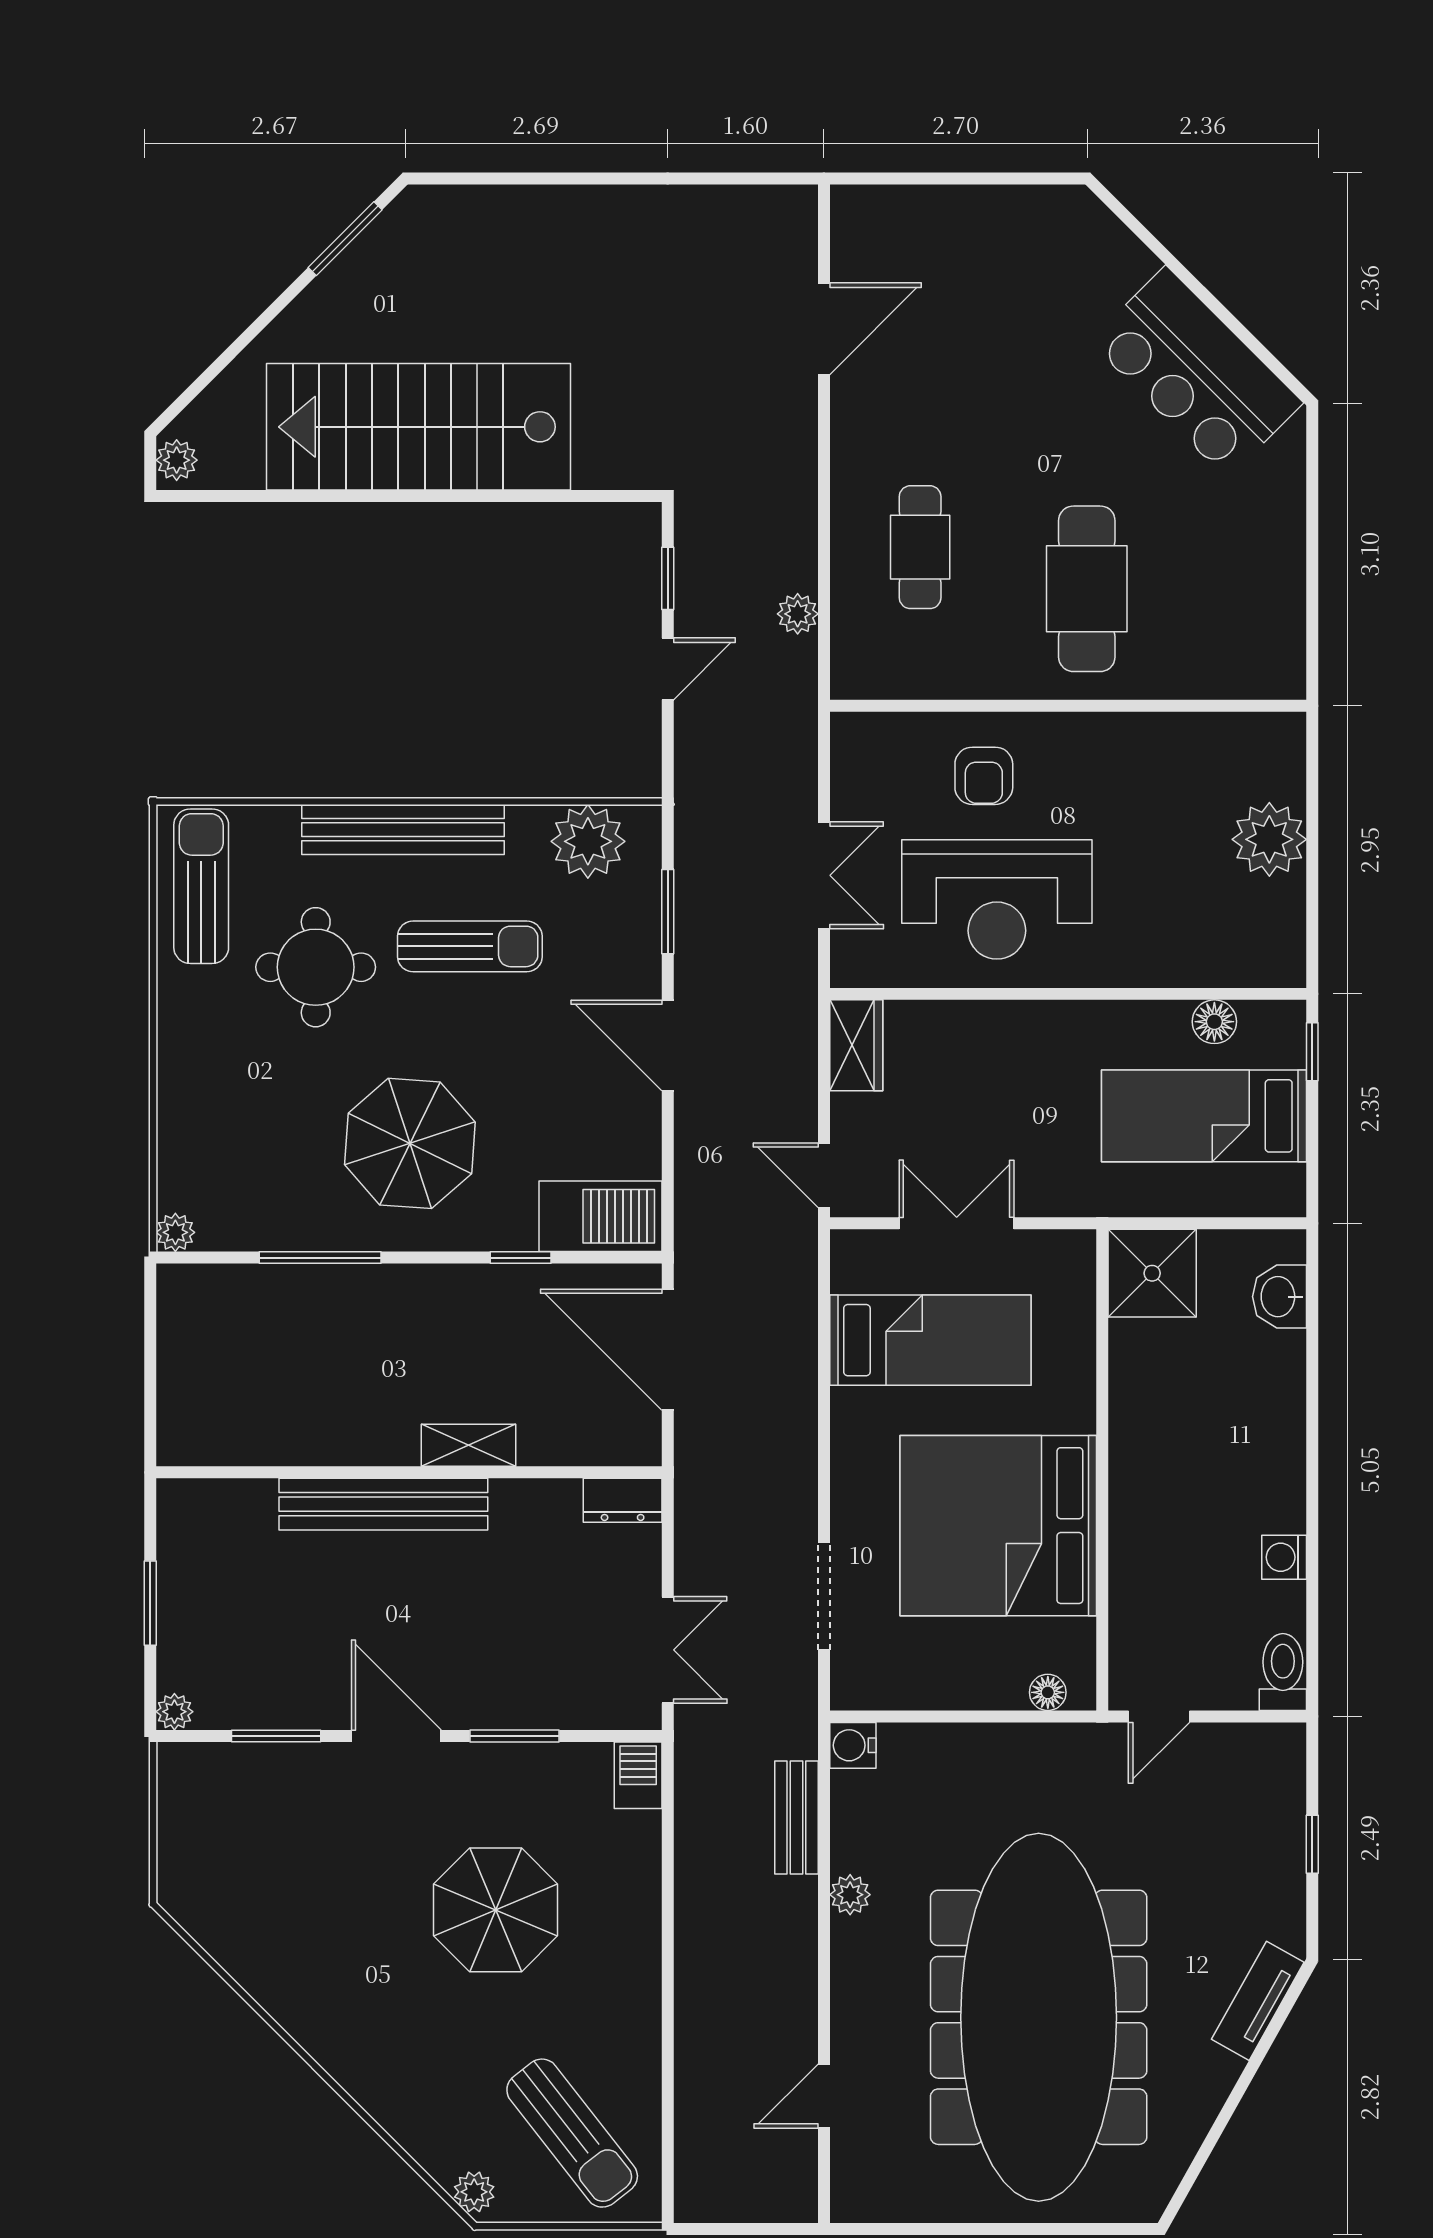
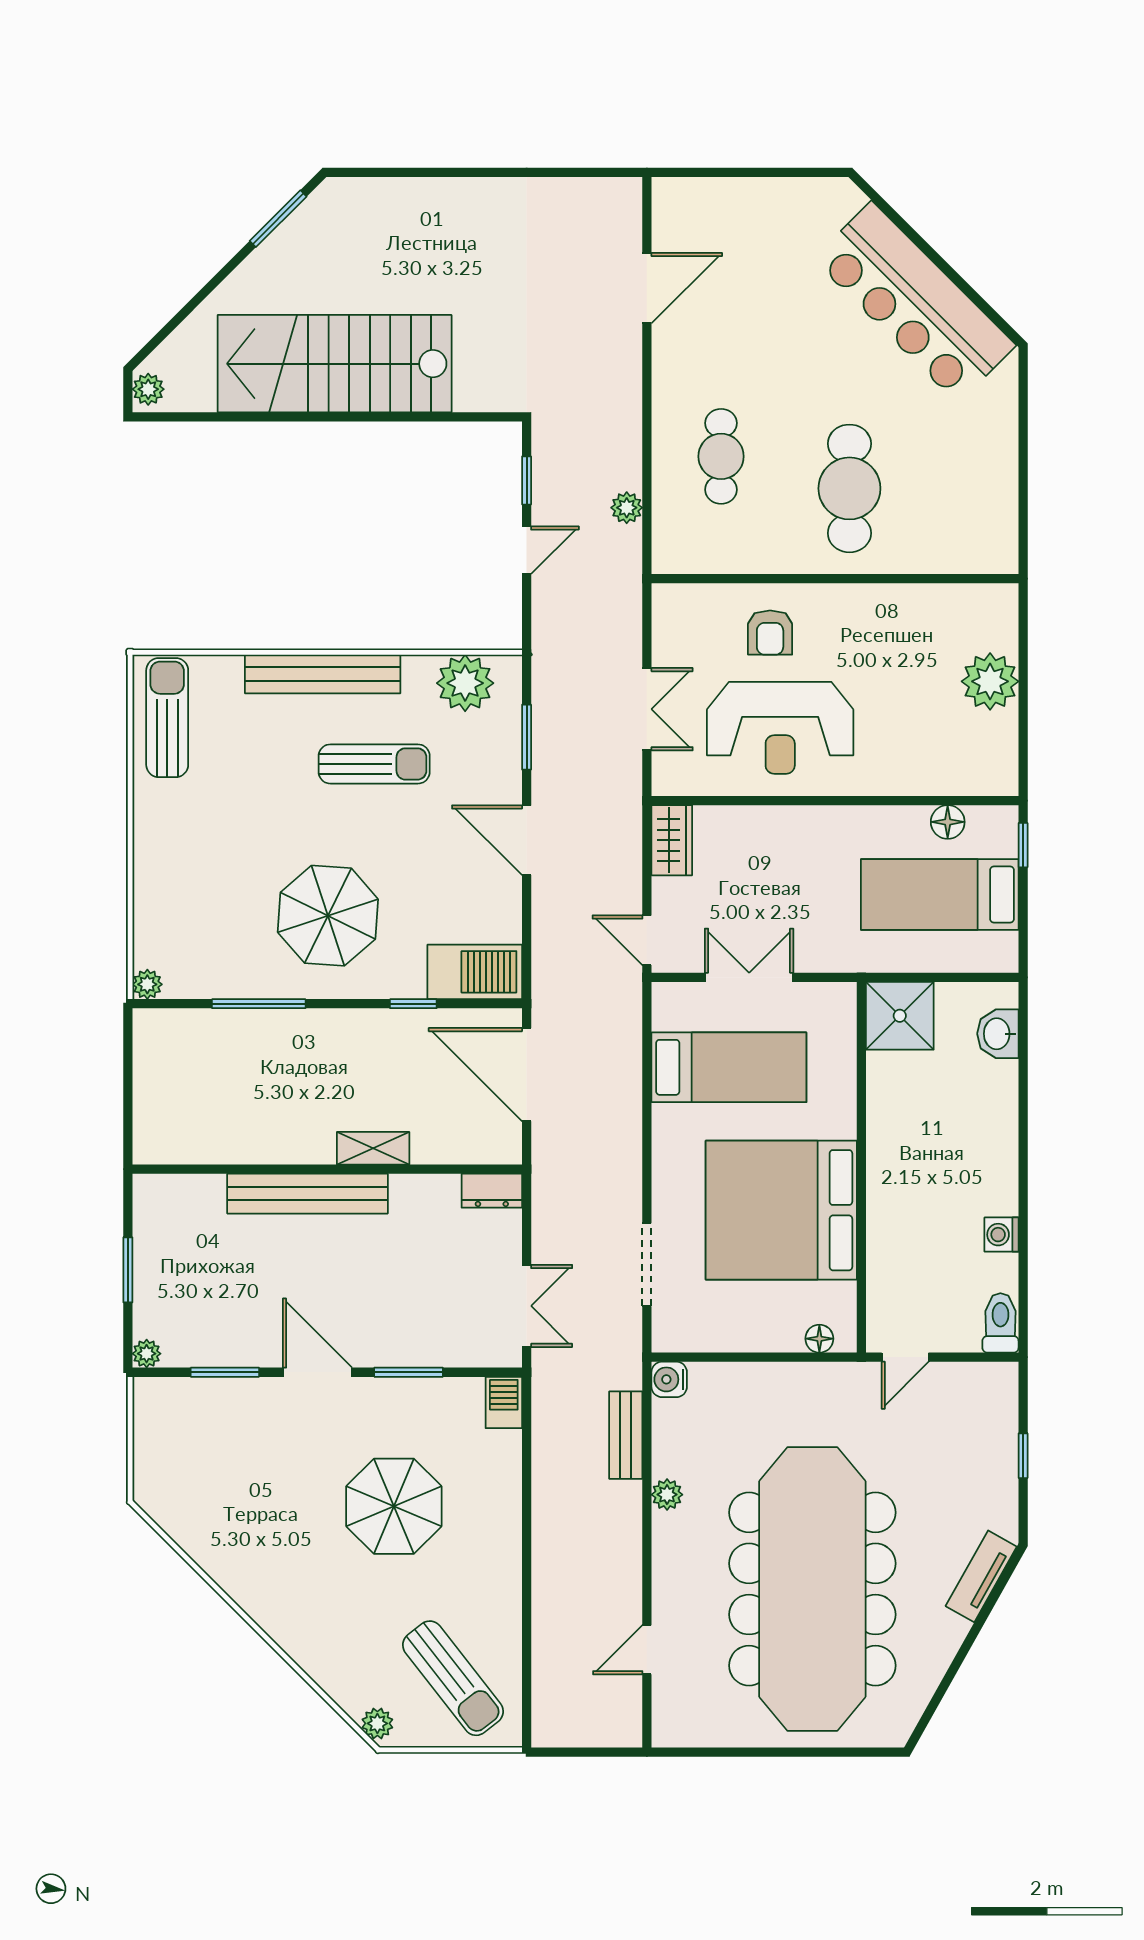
bar counter: (1196, 372) -> (914, 302), width x1.36
round table: (316, 967) -> (255, 780), removed

